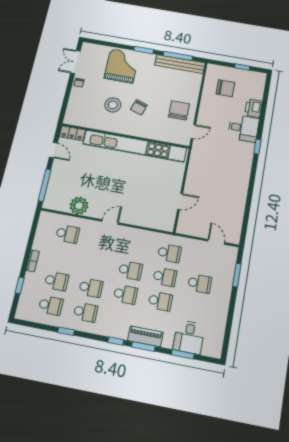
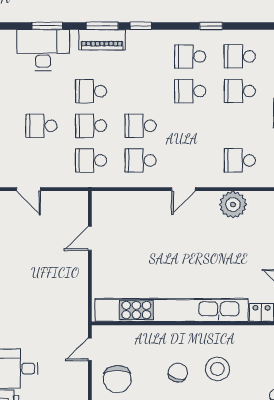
school desk: (125, 294) -> (141, 160), moved
desk: (189, 337) -> (43, 50), width x1.37

